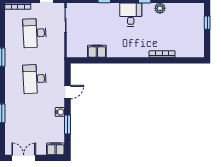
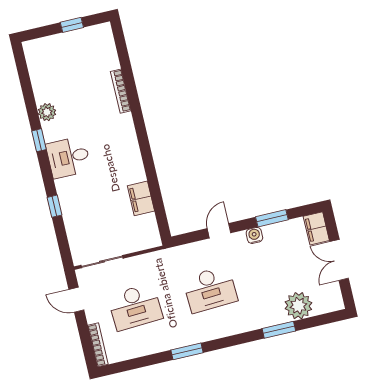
window: (207, 23) -> (72, 25), moved
door: (68, 92) -> (219, 231), hinge flipped
plant: (13, 128) -> (298, 306), added
double door: (24, 158) -> (339, 260), moved

